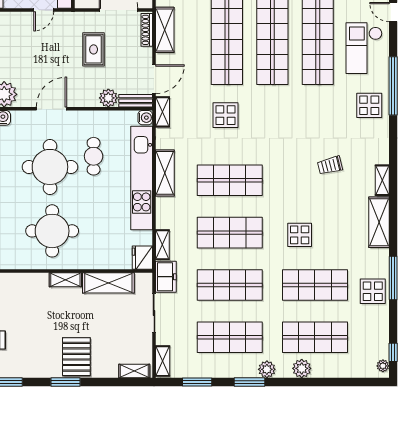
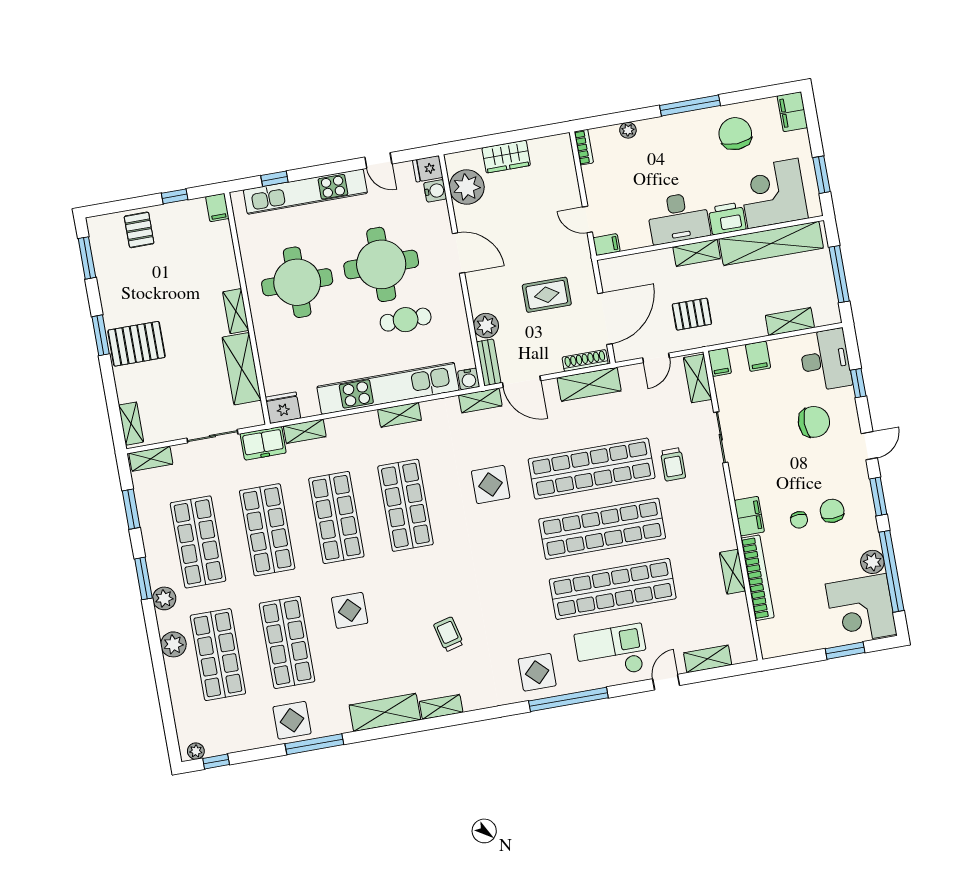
shelving: (165, 173) -> (400, 415), width x0.67, depth x0.75

